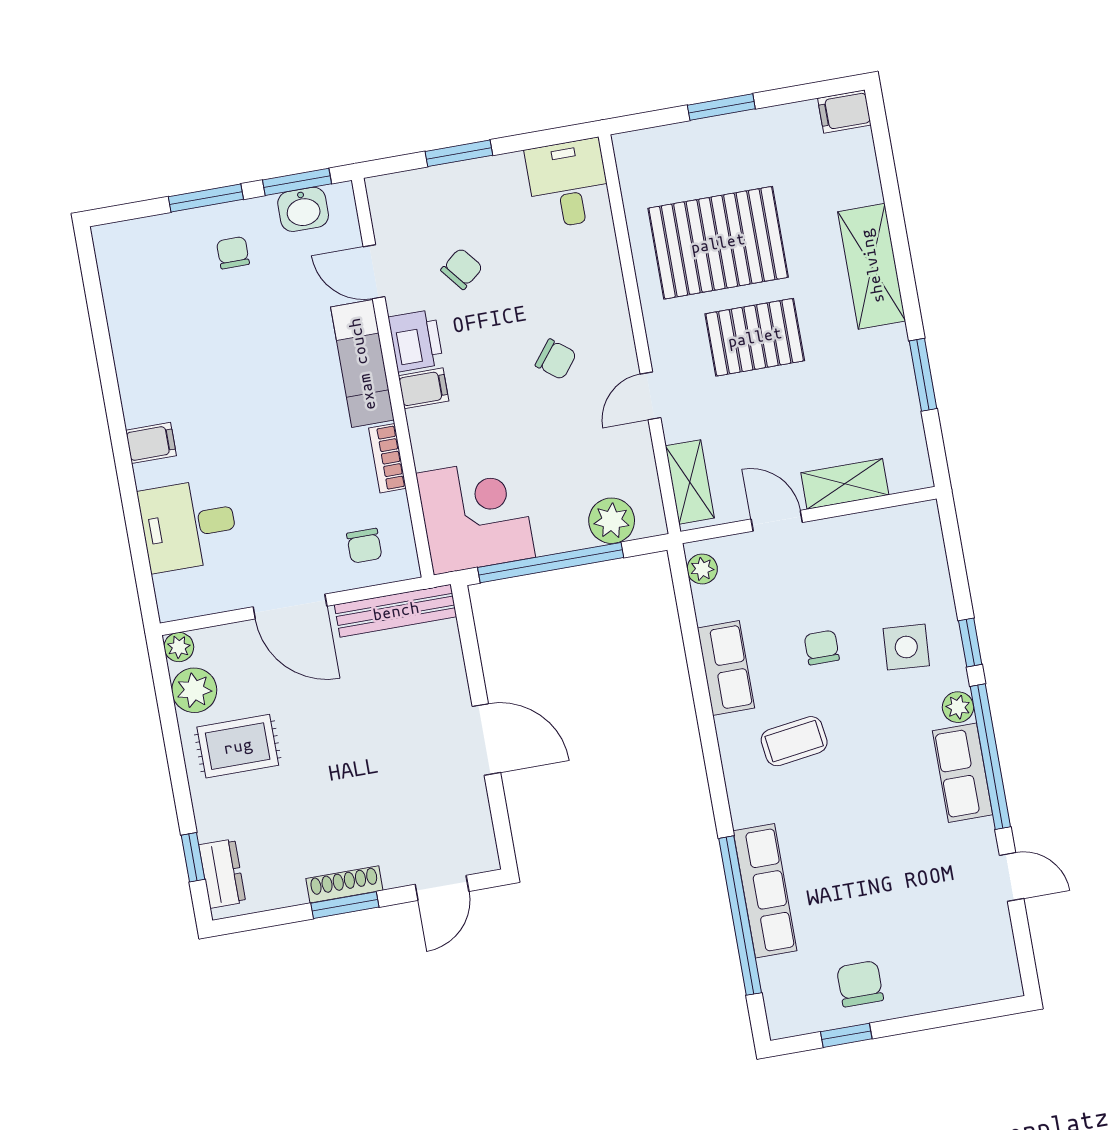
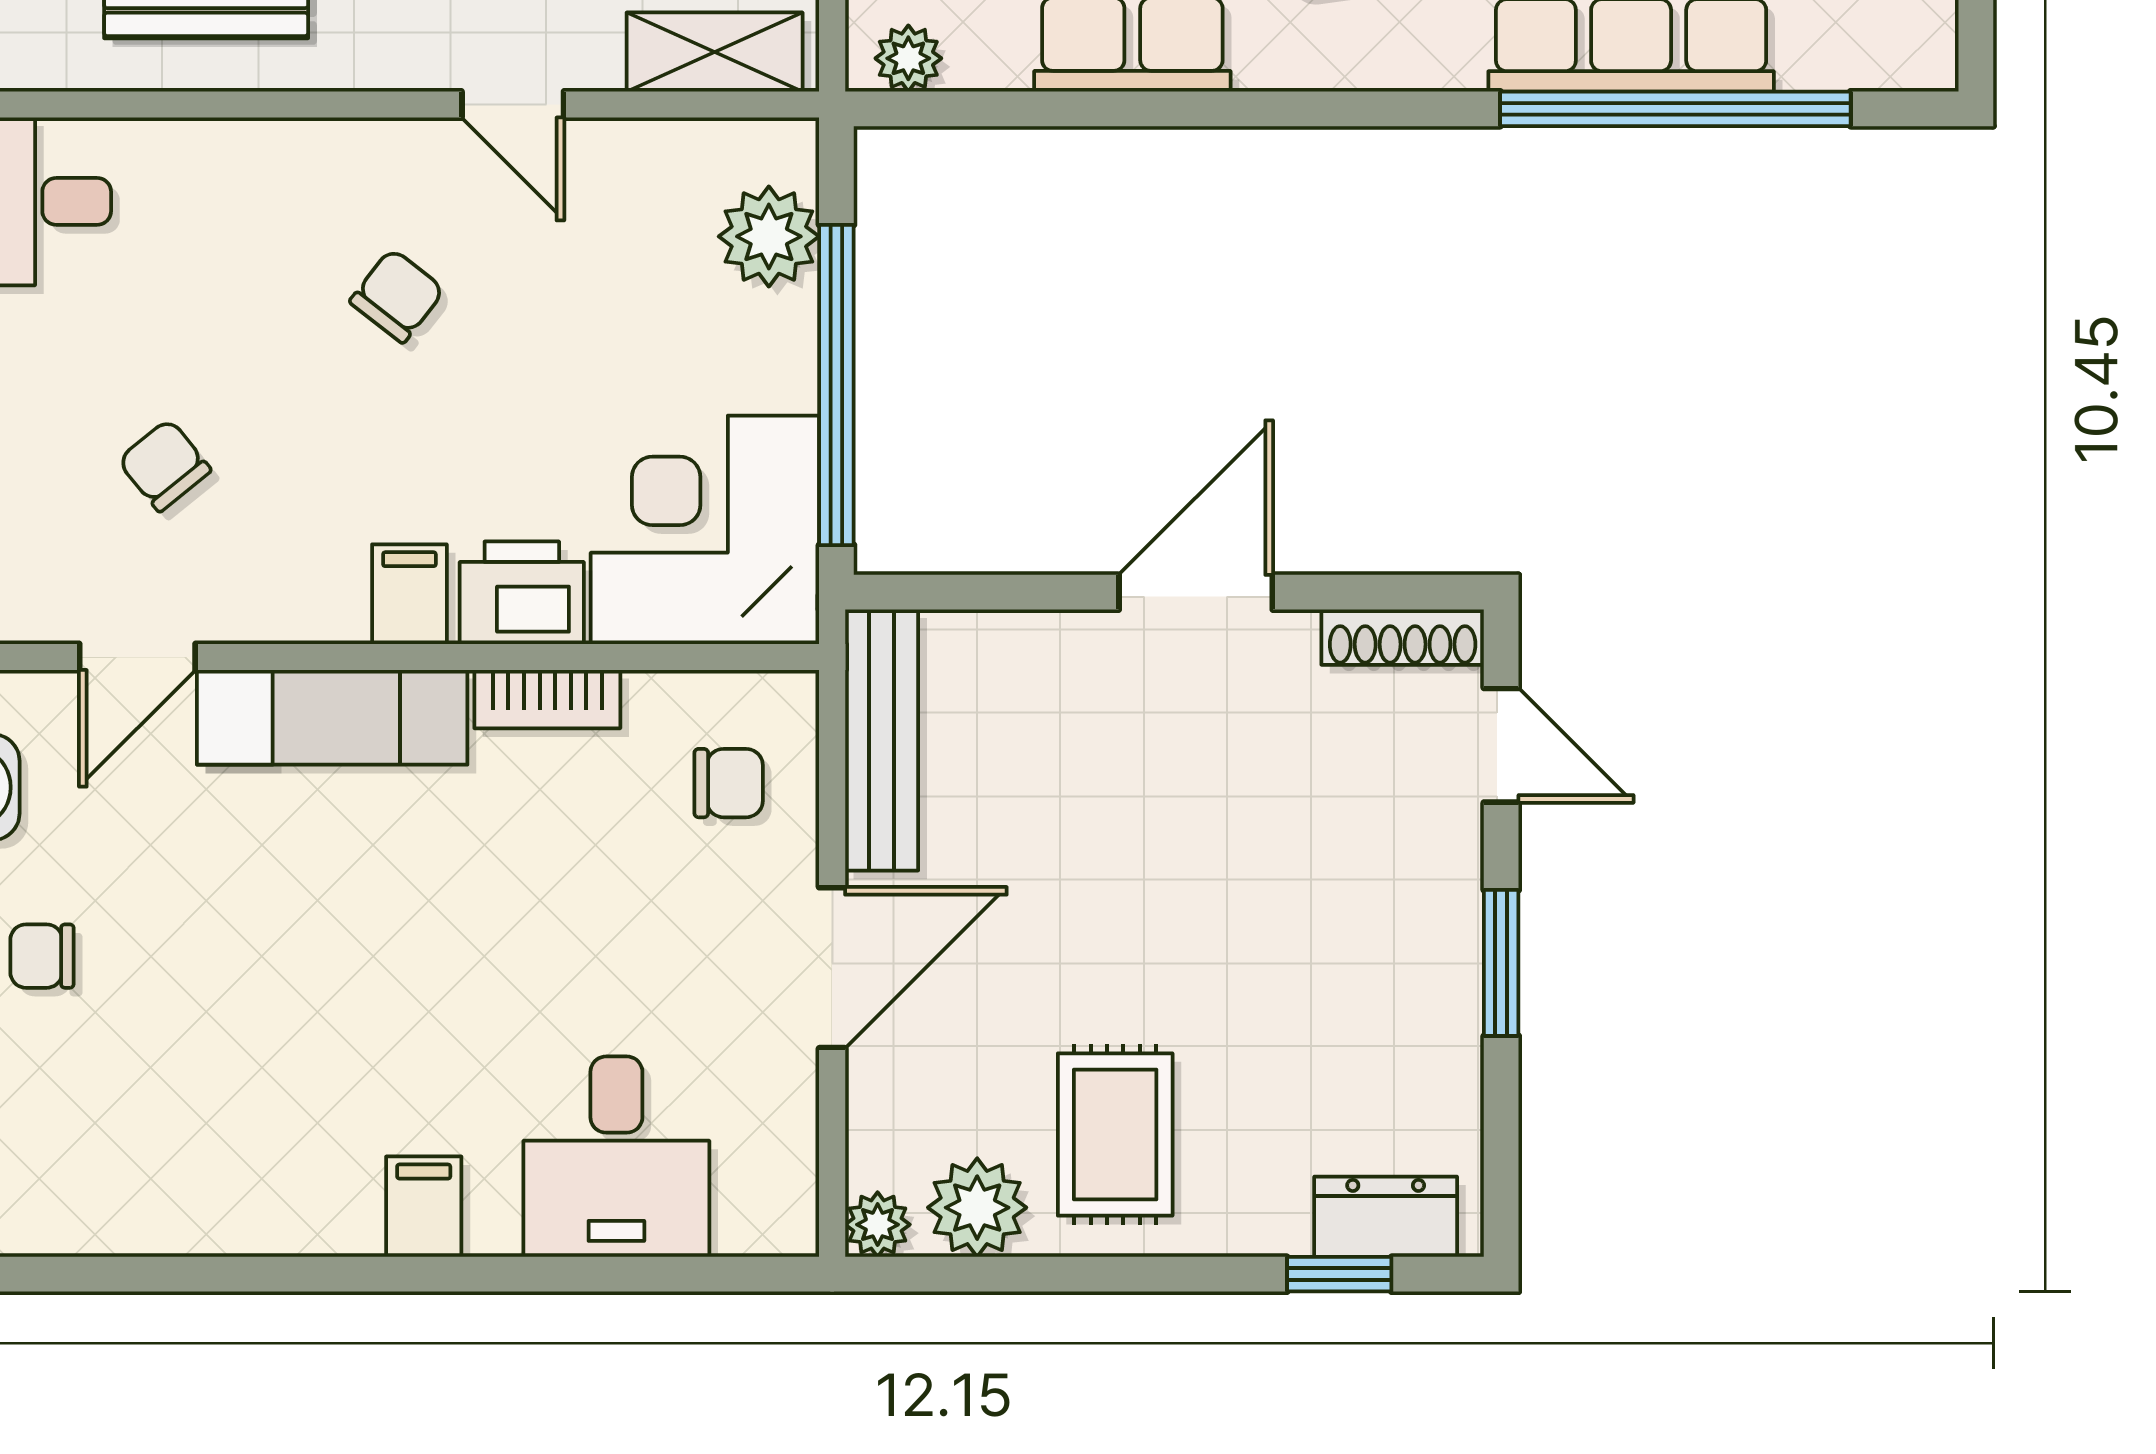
printer: (416, 341) -> (522, 593), moved
shoe rack: (344, 884) -> (1403, 637), moved, turned -90

